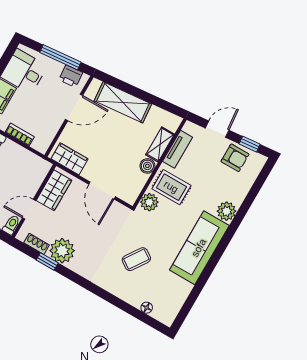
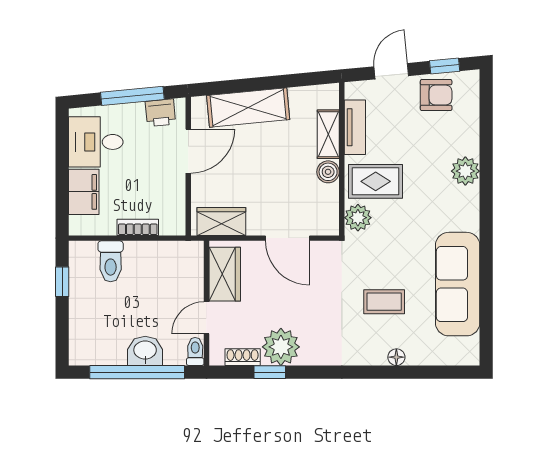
sofa: (199, 248) -> (458, 284), moved
coffee table: (136, 259) -> (384, 302), turned 56
floor lamp: (147, 308) -> (396, 357), moved

